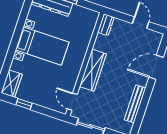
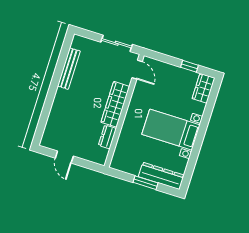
dresser: (106, 25) -> (107, 137), moved
door: (156, 67) -> (47, 109), removed

